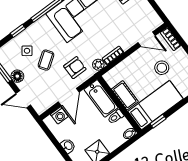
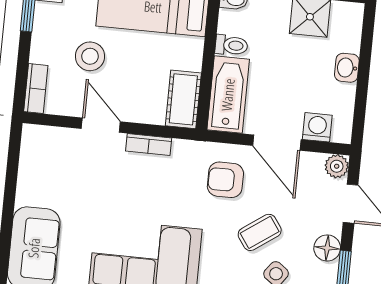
door: (147, 39) -> (101, 125), moved
plant: (98, 65) -> (337, 166), moved
cot: (125, 95) -> (183, 99), moved
door: (69, 97) -> (277, 143), swing flipped

